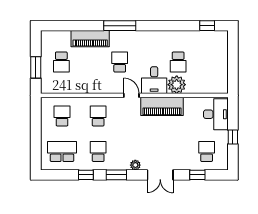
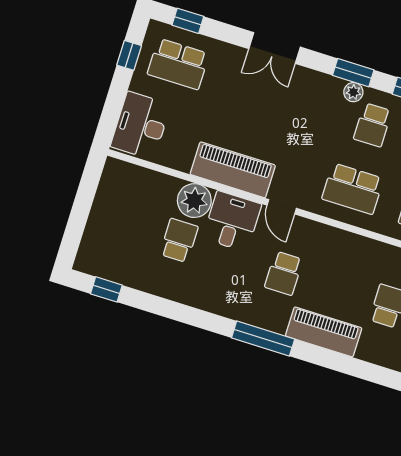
school desk: (98, 116) -> (353, 189), width x1.85
window: (233, 137) -> (129, 55), moved
school desk: (207, 151) -> (178, 64), width x1.85
plant: (135, 165) -> (353, 92), moved
double door: (160, 175) -> (275, 48), swing flipped
window: (197, 175) -> (188, 21), moved

